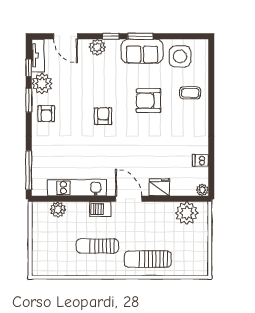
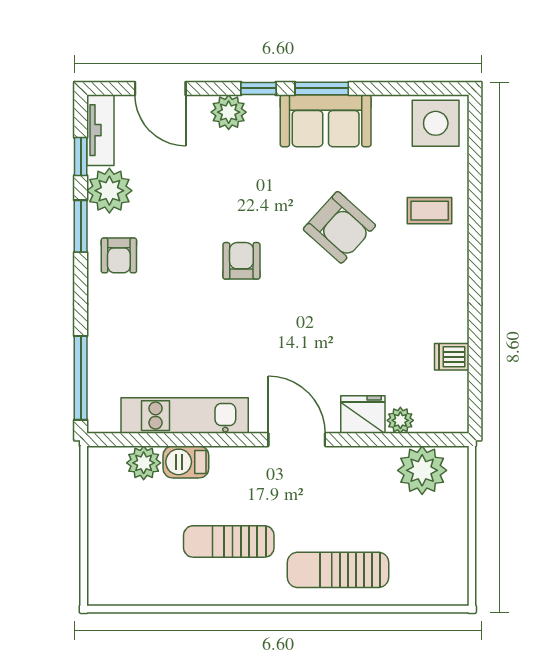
side table: (180, 56) -> (436, 123), moved
armchair: (148, 101) -> (339, 227), turned -138
plant: (202, 190) -> (400, 420), moved
barbecue: (100, 209) -> (186, 462), moved

